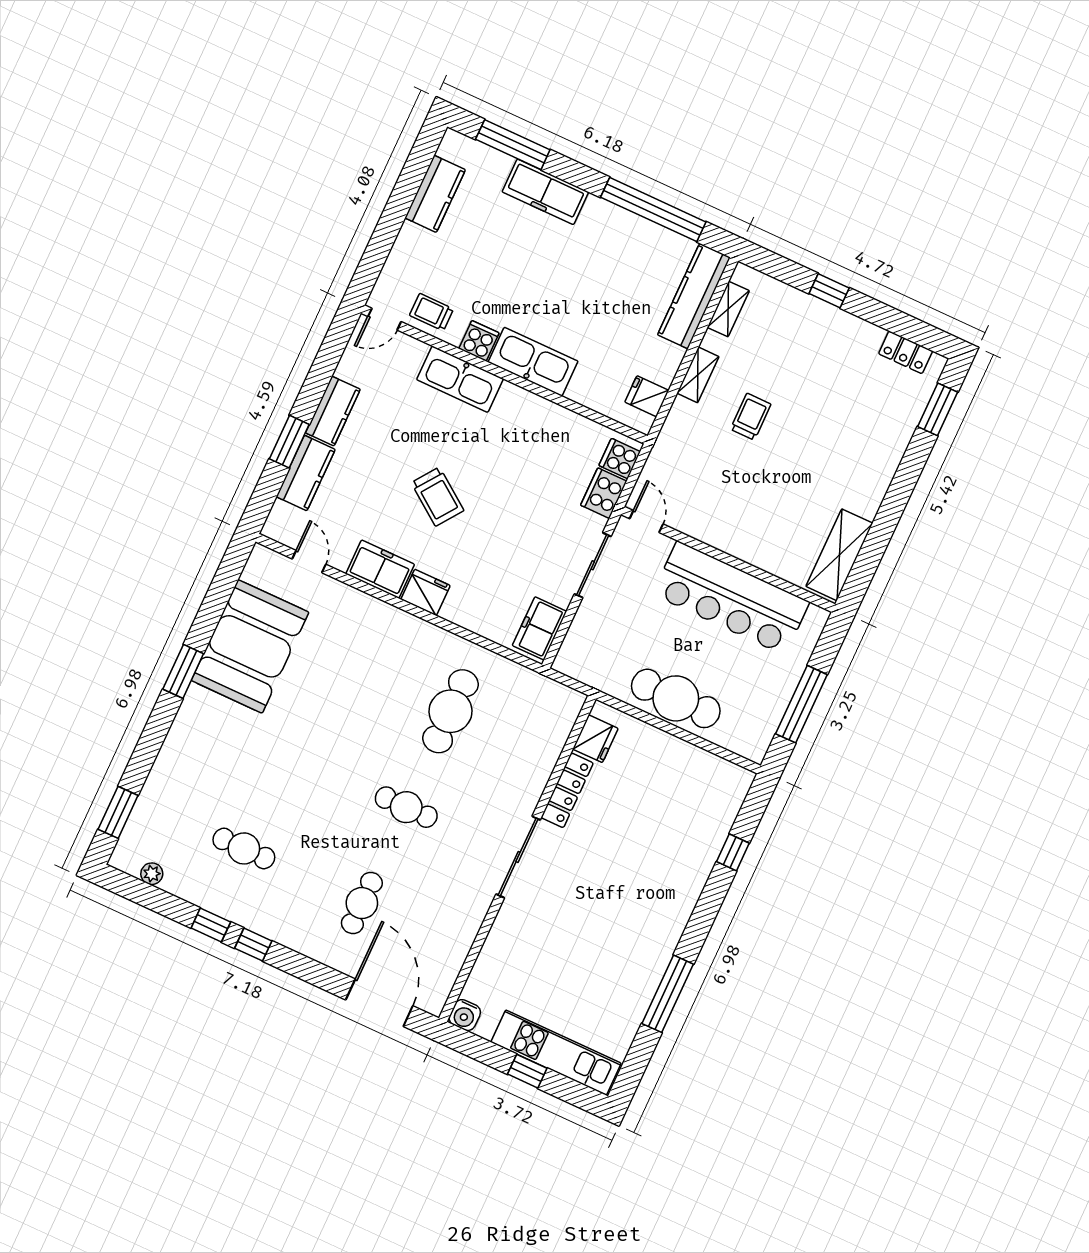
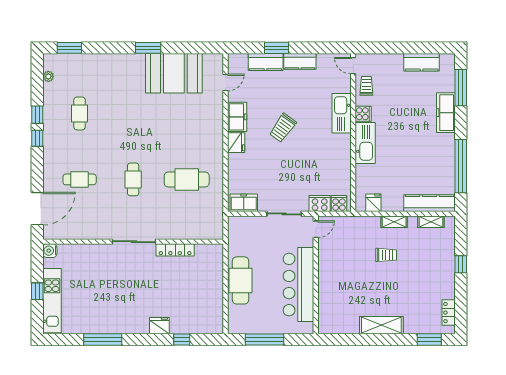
shelving: (839, 555) -> (381, 325), moved
fridge: (595, 739) -> (159, 326), moved, turned 180

